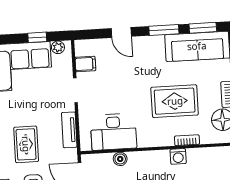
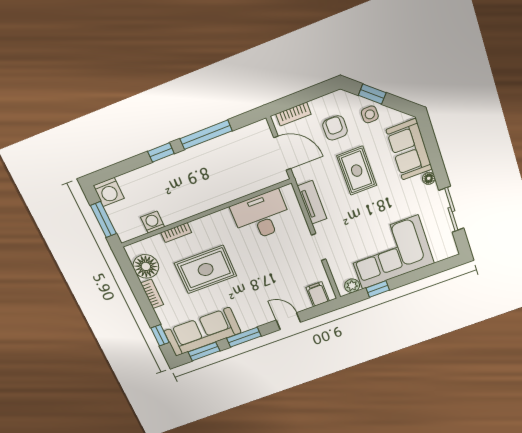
filing cabinet: (85, 64) -> (318, 294), moved, turned 90
washing machine: (178, 156) -> (153, 222), moved
boiler: (120, 159) -> (243, 188), removed

